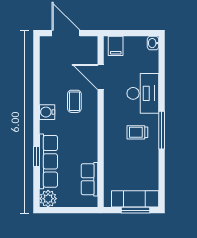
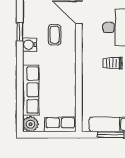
window: (36, 156) -> (20, 32), moved
row of seats: (89, 179) -> (60, 125), moved, turned 90

